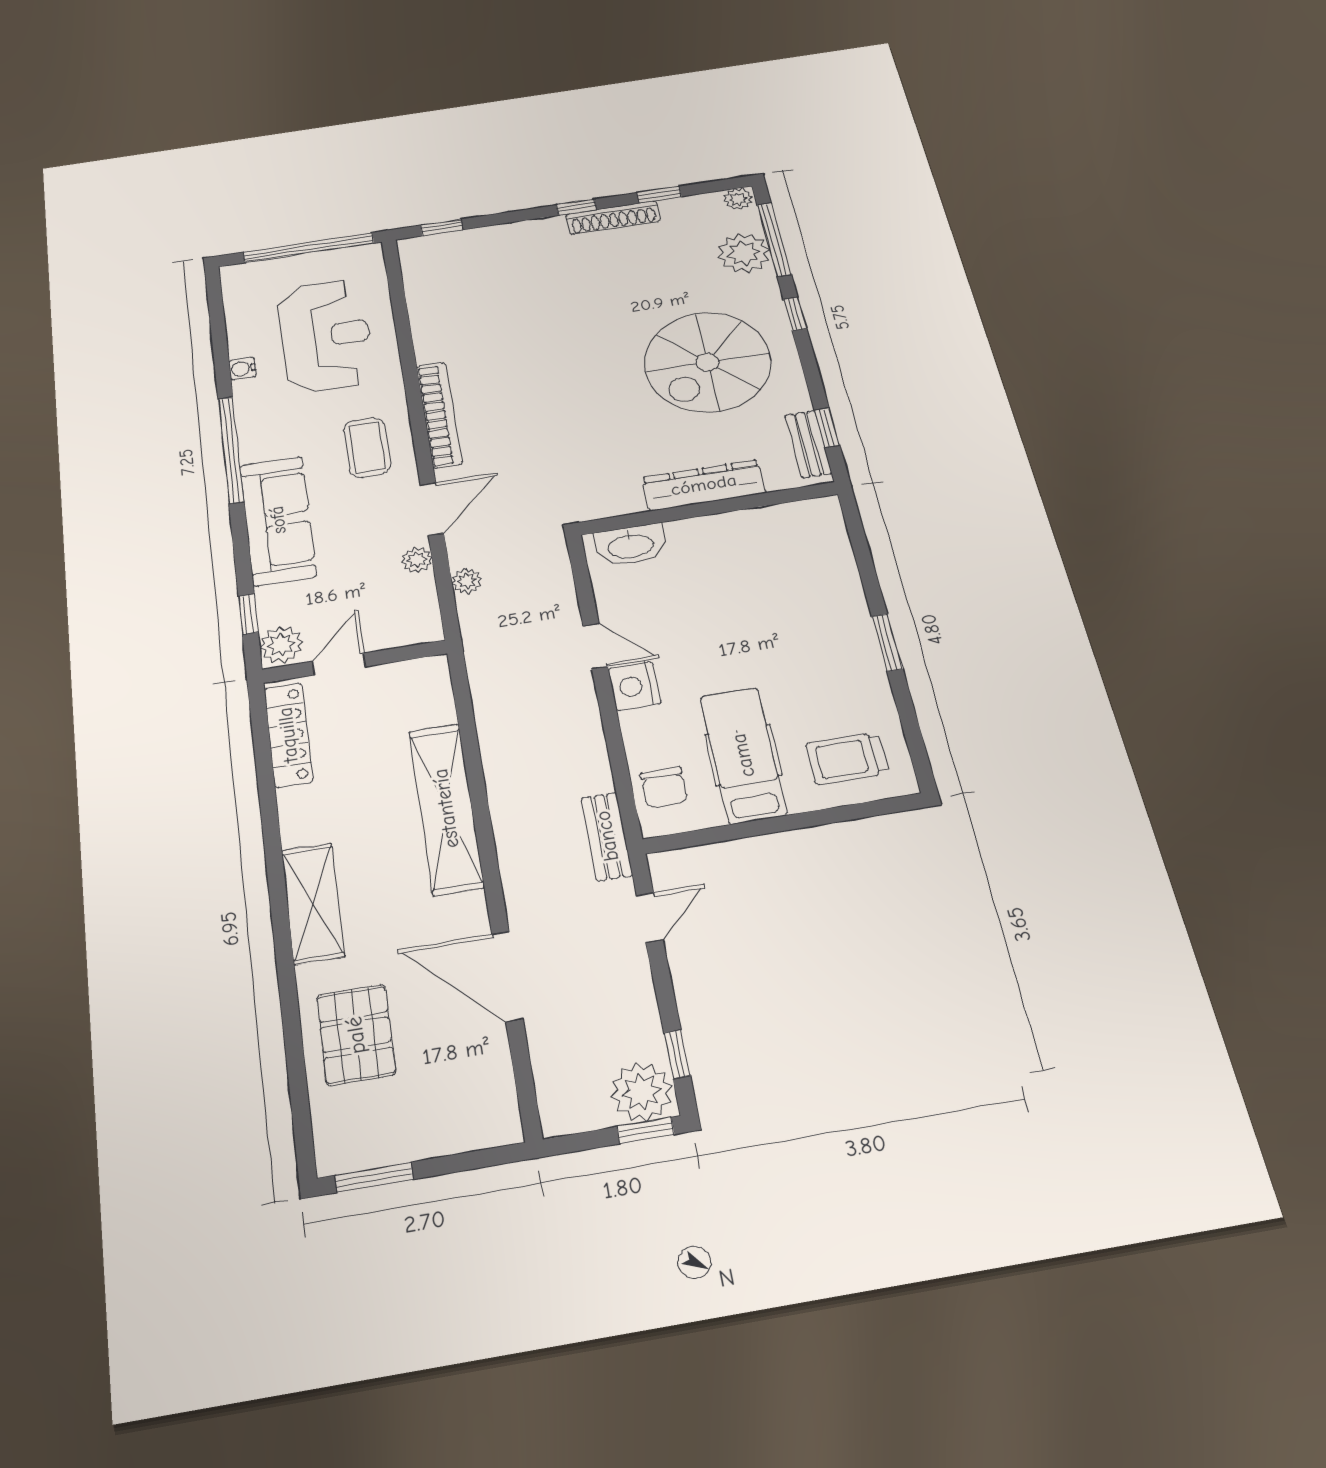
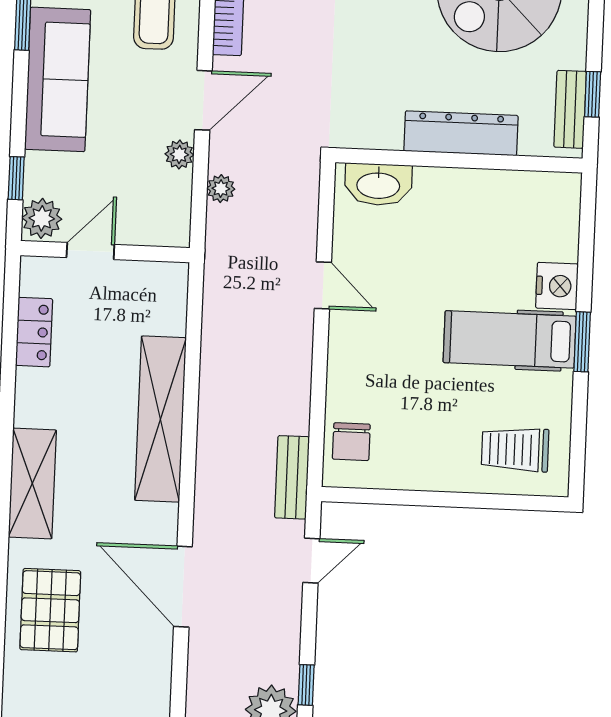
nightstand: (634, 686) -> (557, 286), moved, turned 180
locker: (288, 735) -> (34, 332), width x0.66
hospital bed: (743, 755) -> (510, 339), moved, turned -90

